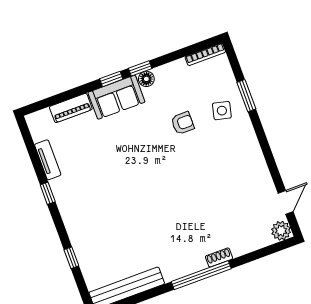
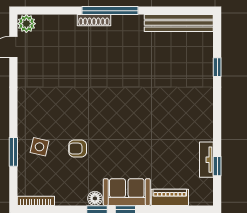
window: (48, 193) -> (217, 166), moved
shoe rack: (219, 257) -> (94, 20), width x1.43

